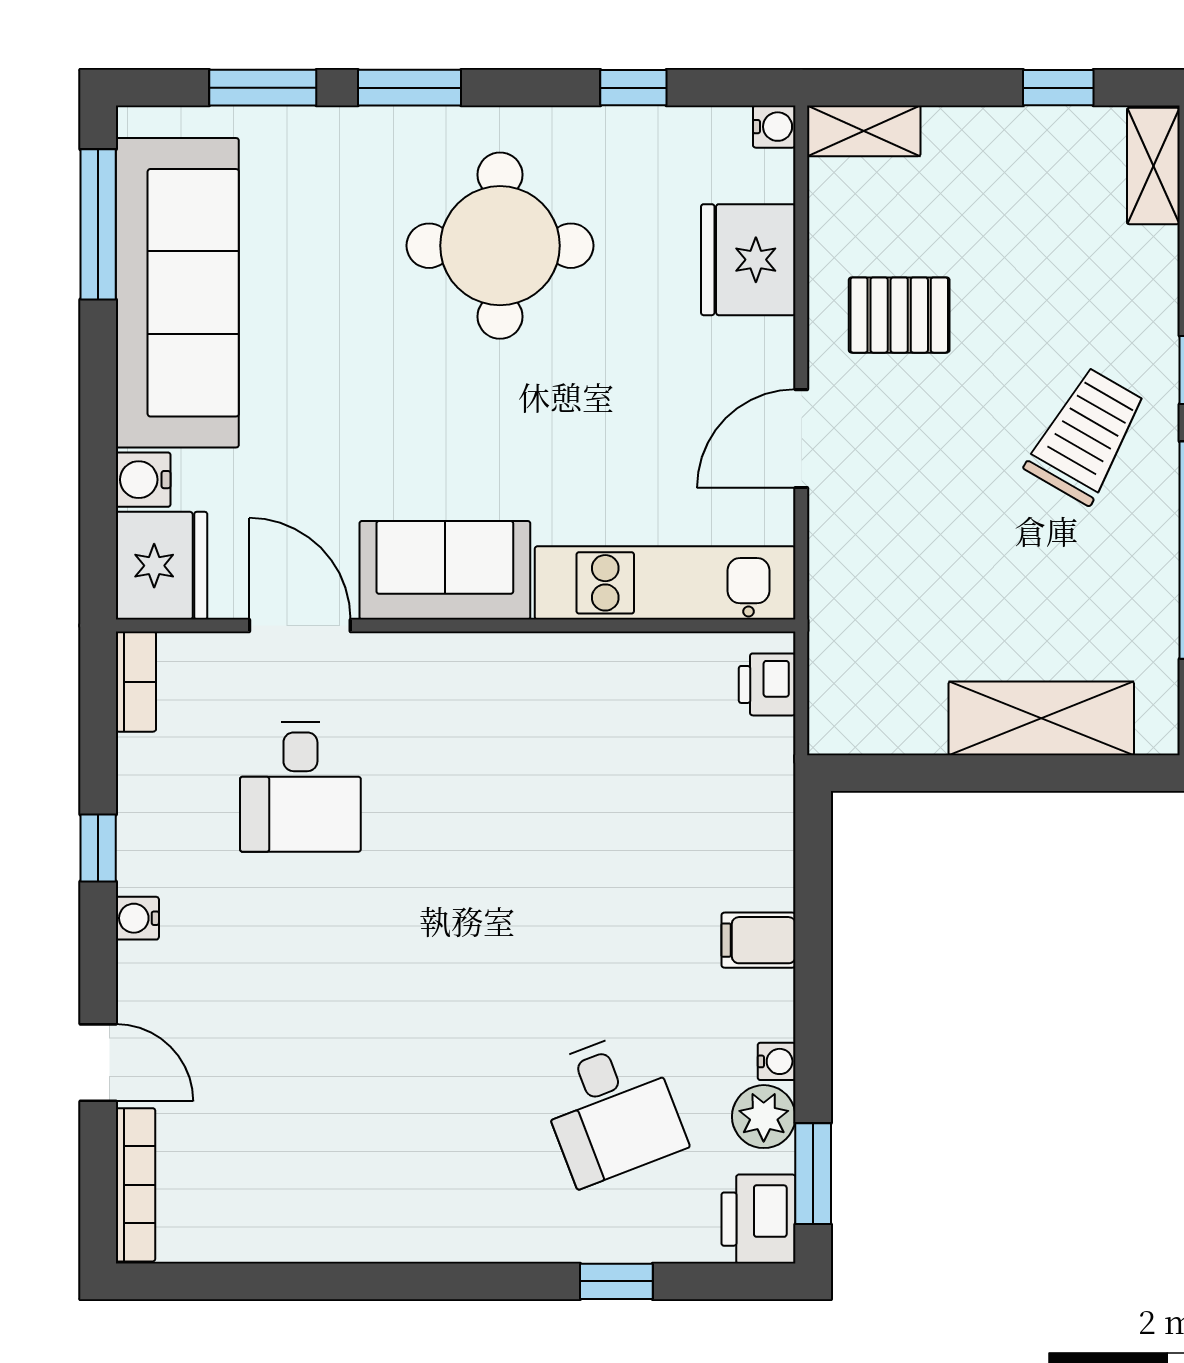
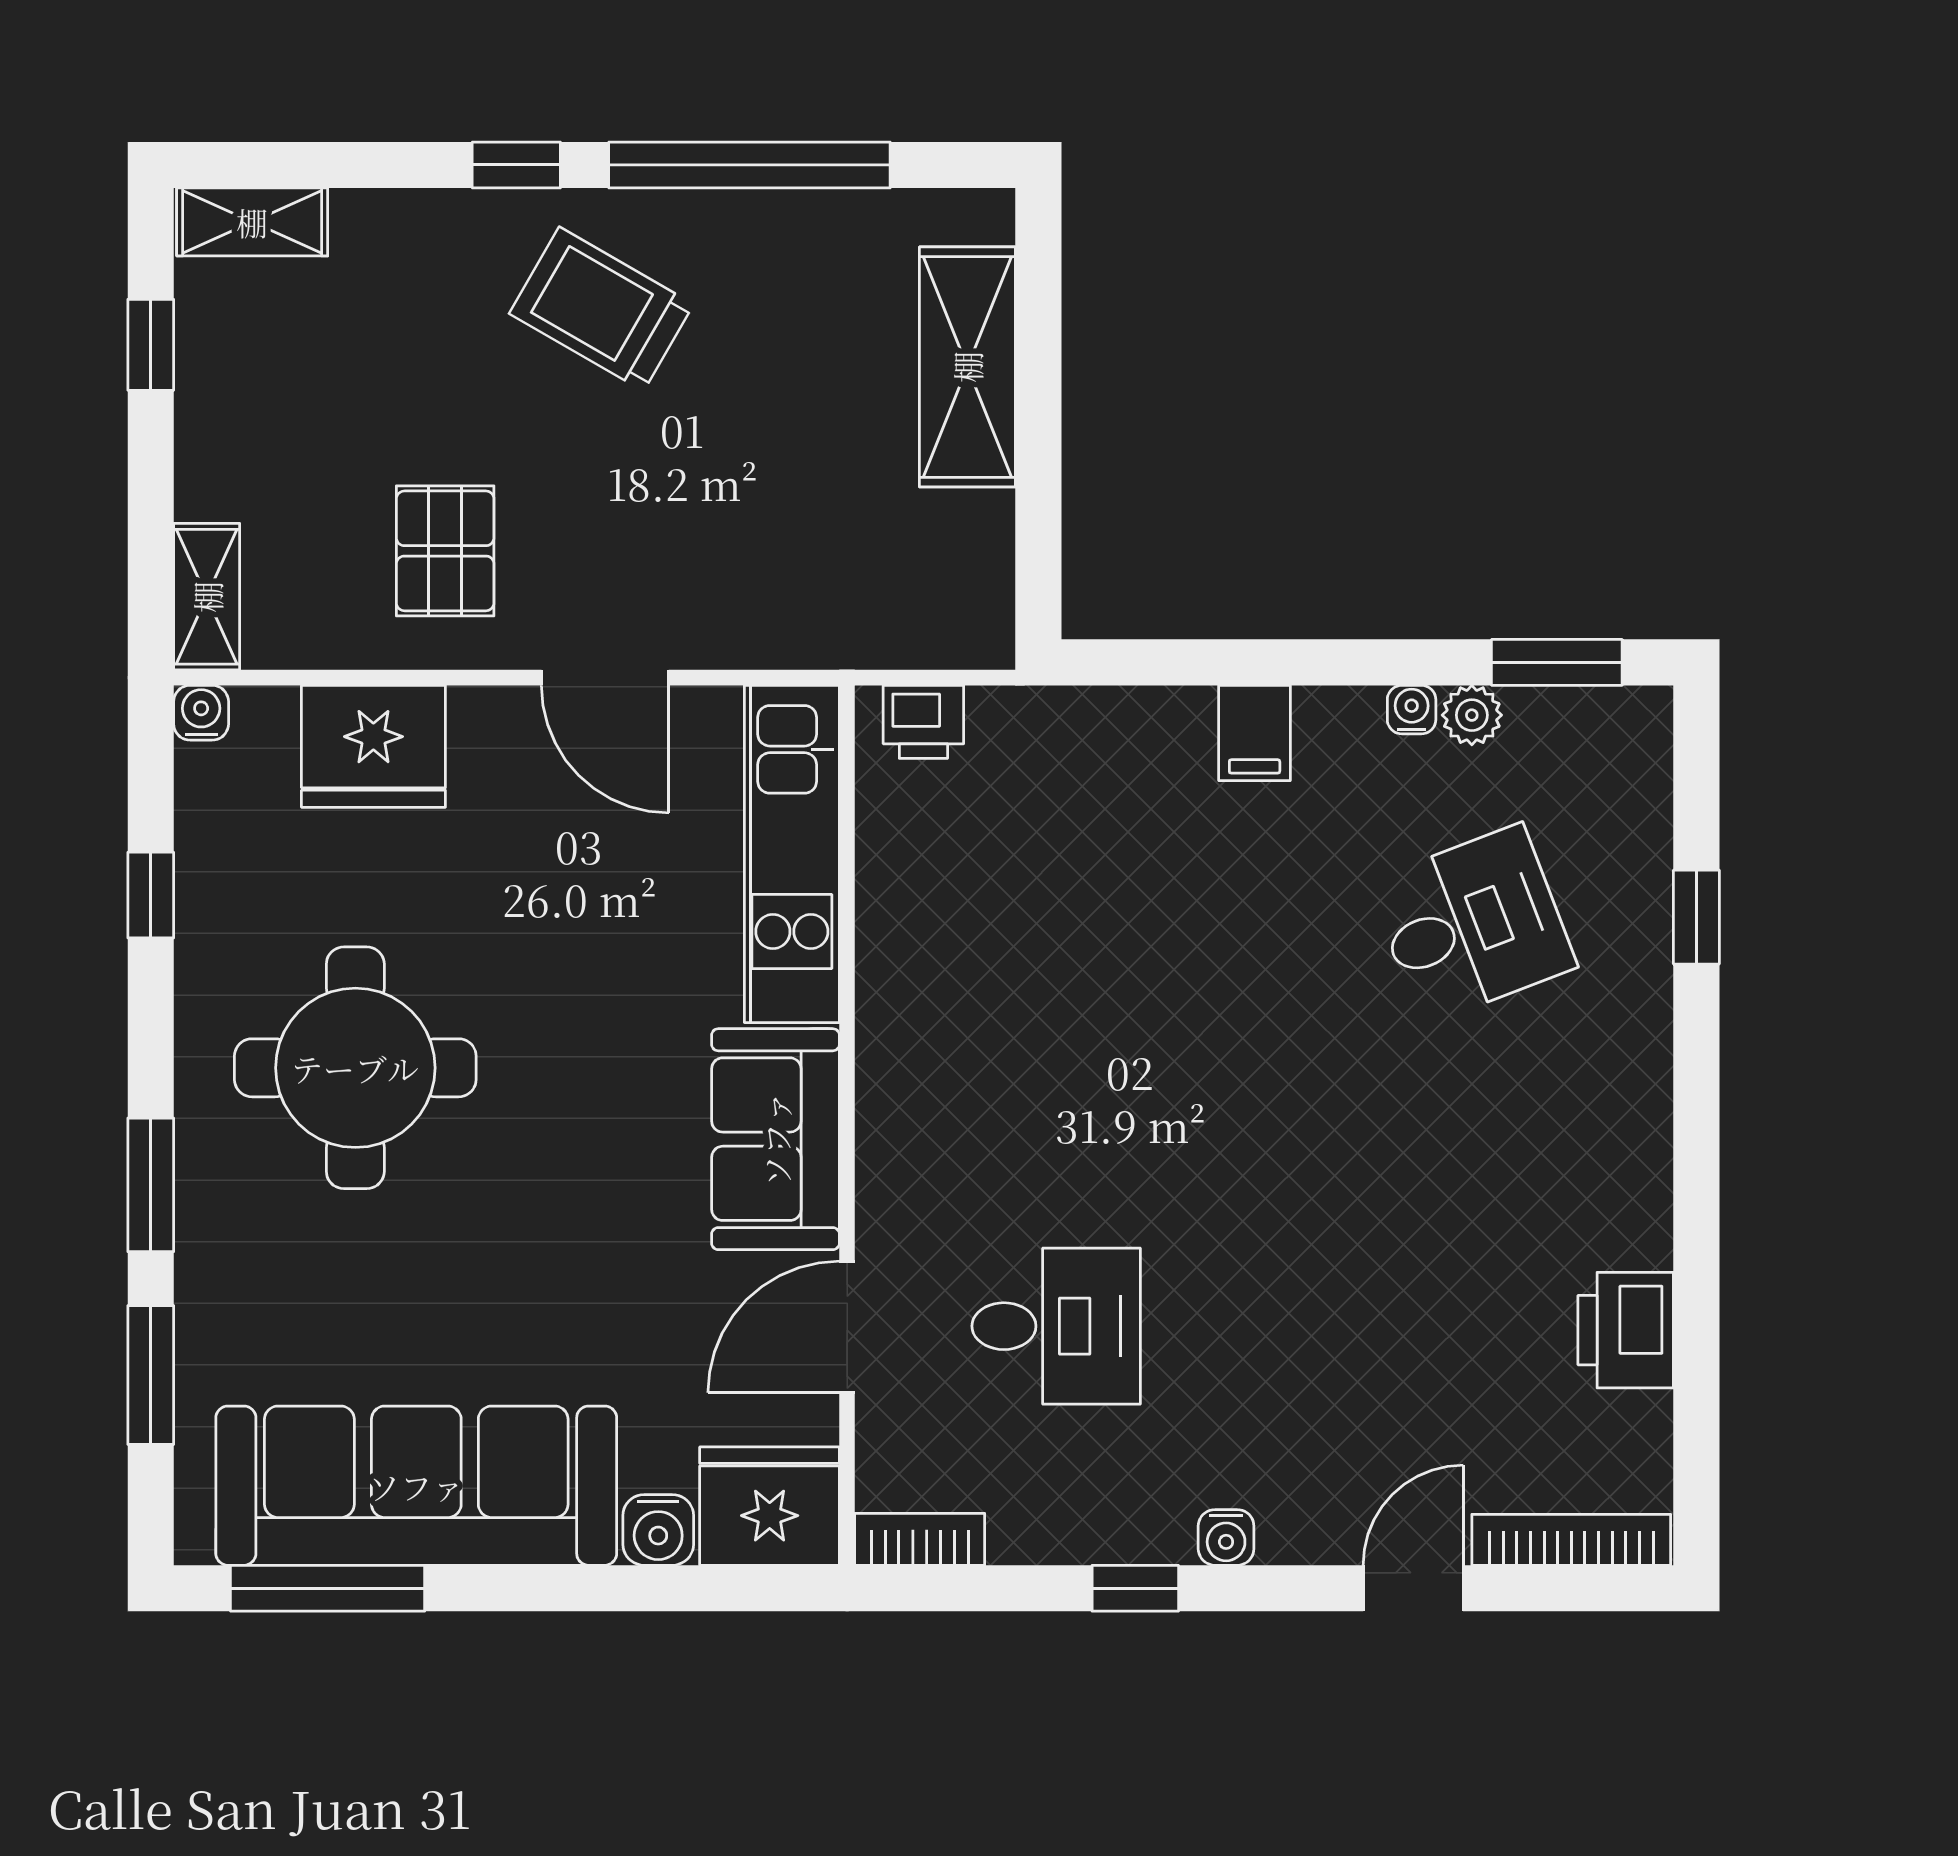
plant: (764, 1117) -> (1472, 715), width x0.73, depth x0.73
printer: (758, 1219) -> (1626, 1330), moved, turned 90

